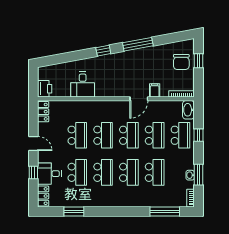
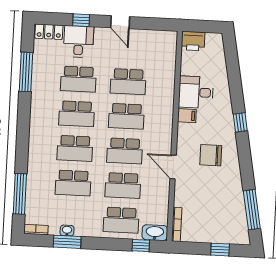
window: (138, 44) -> (252, 210), moved
chair: (181, 62) -> (211, 155), moved
filing cabinet: (155, 90) -> (187, 116), moved
locker: (43, 112) -> (162, 37), removed
window: (198, 135) -> (141, 246), moved
door: (33, 143) -> (120, 22), hinge flipped
window: (74, 212) -> (26, 72), width x1.44

